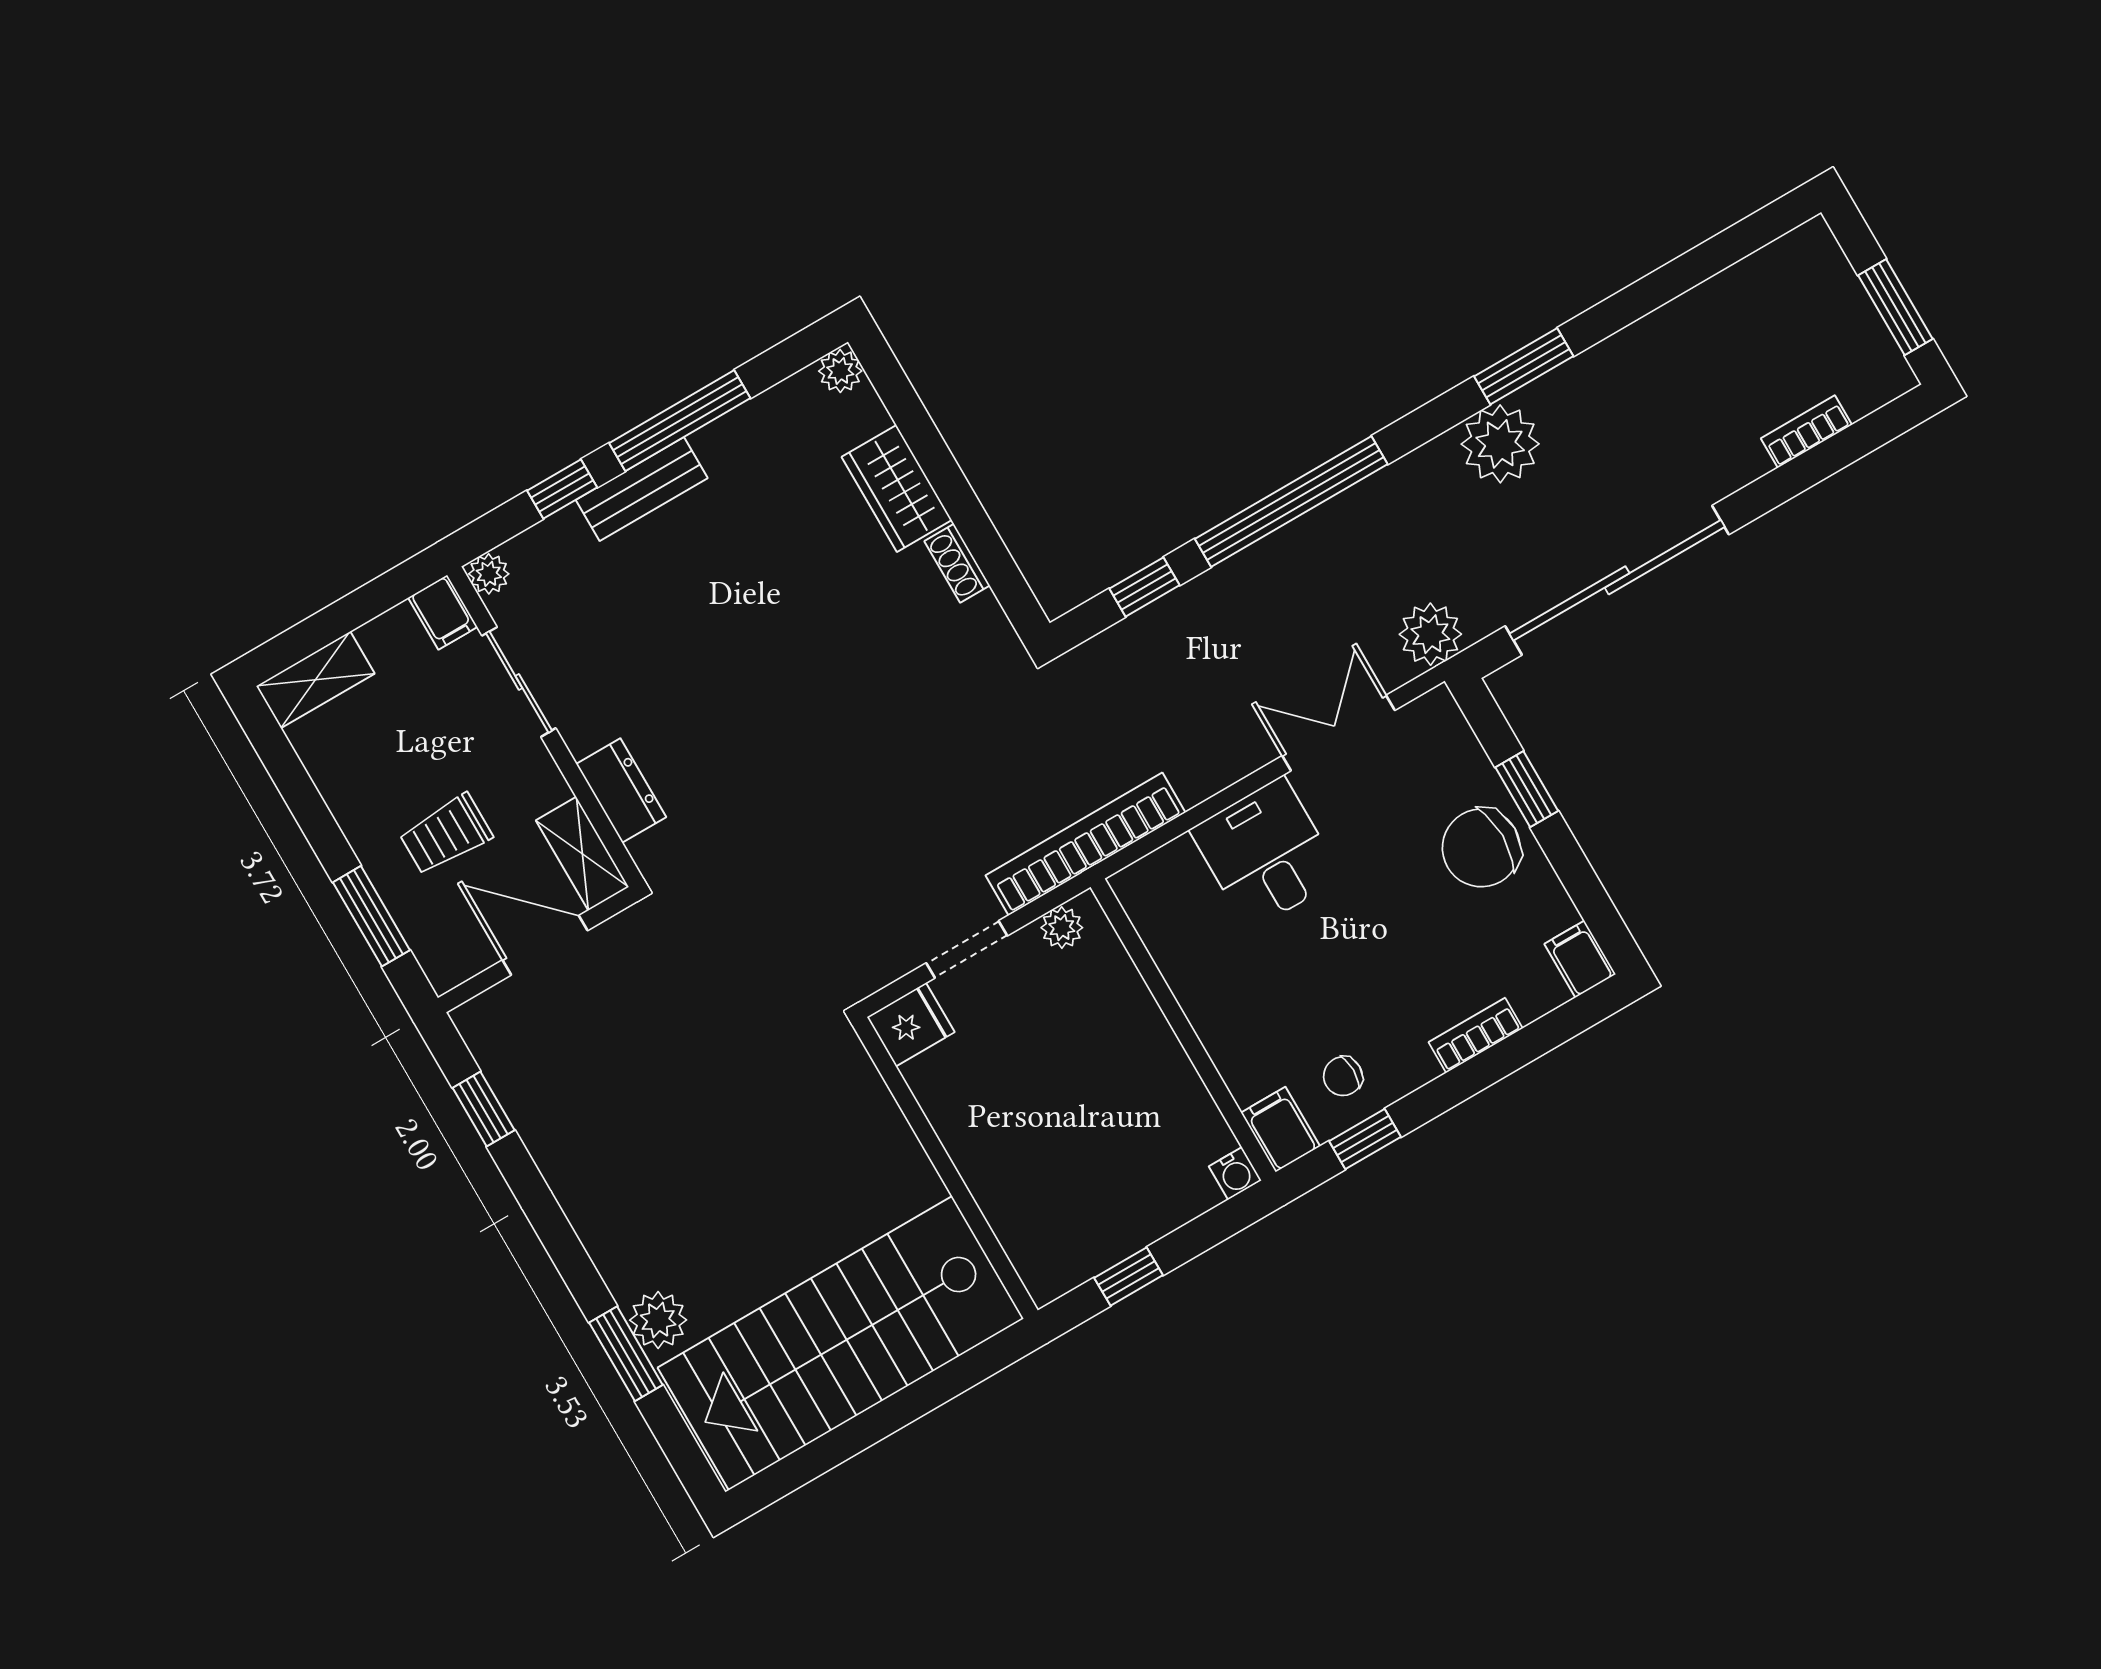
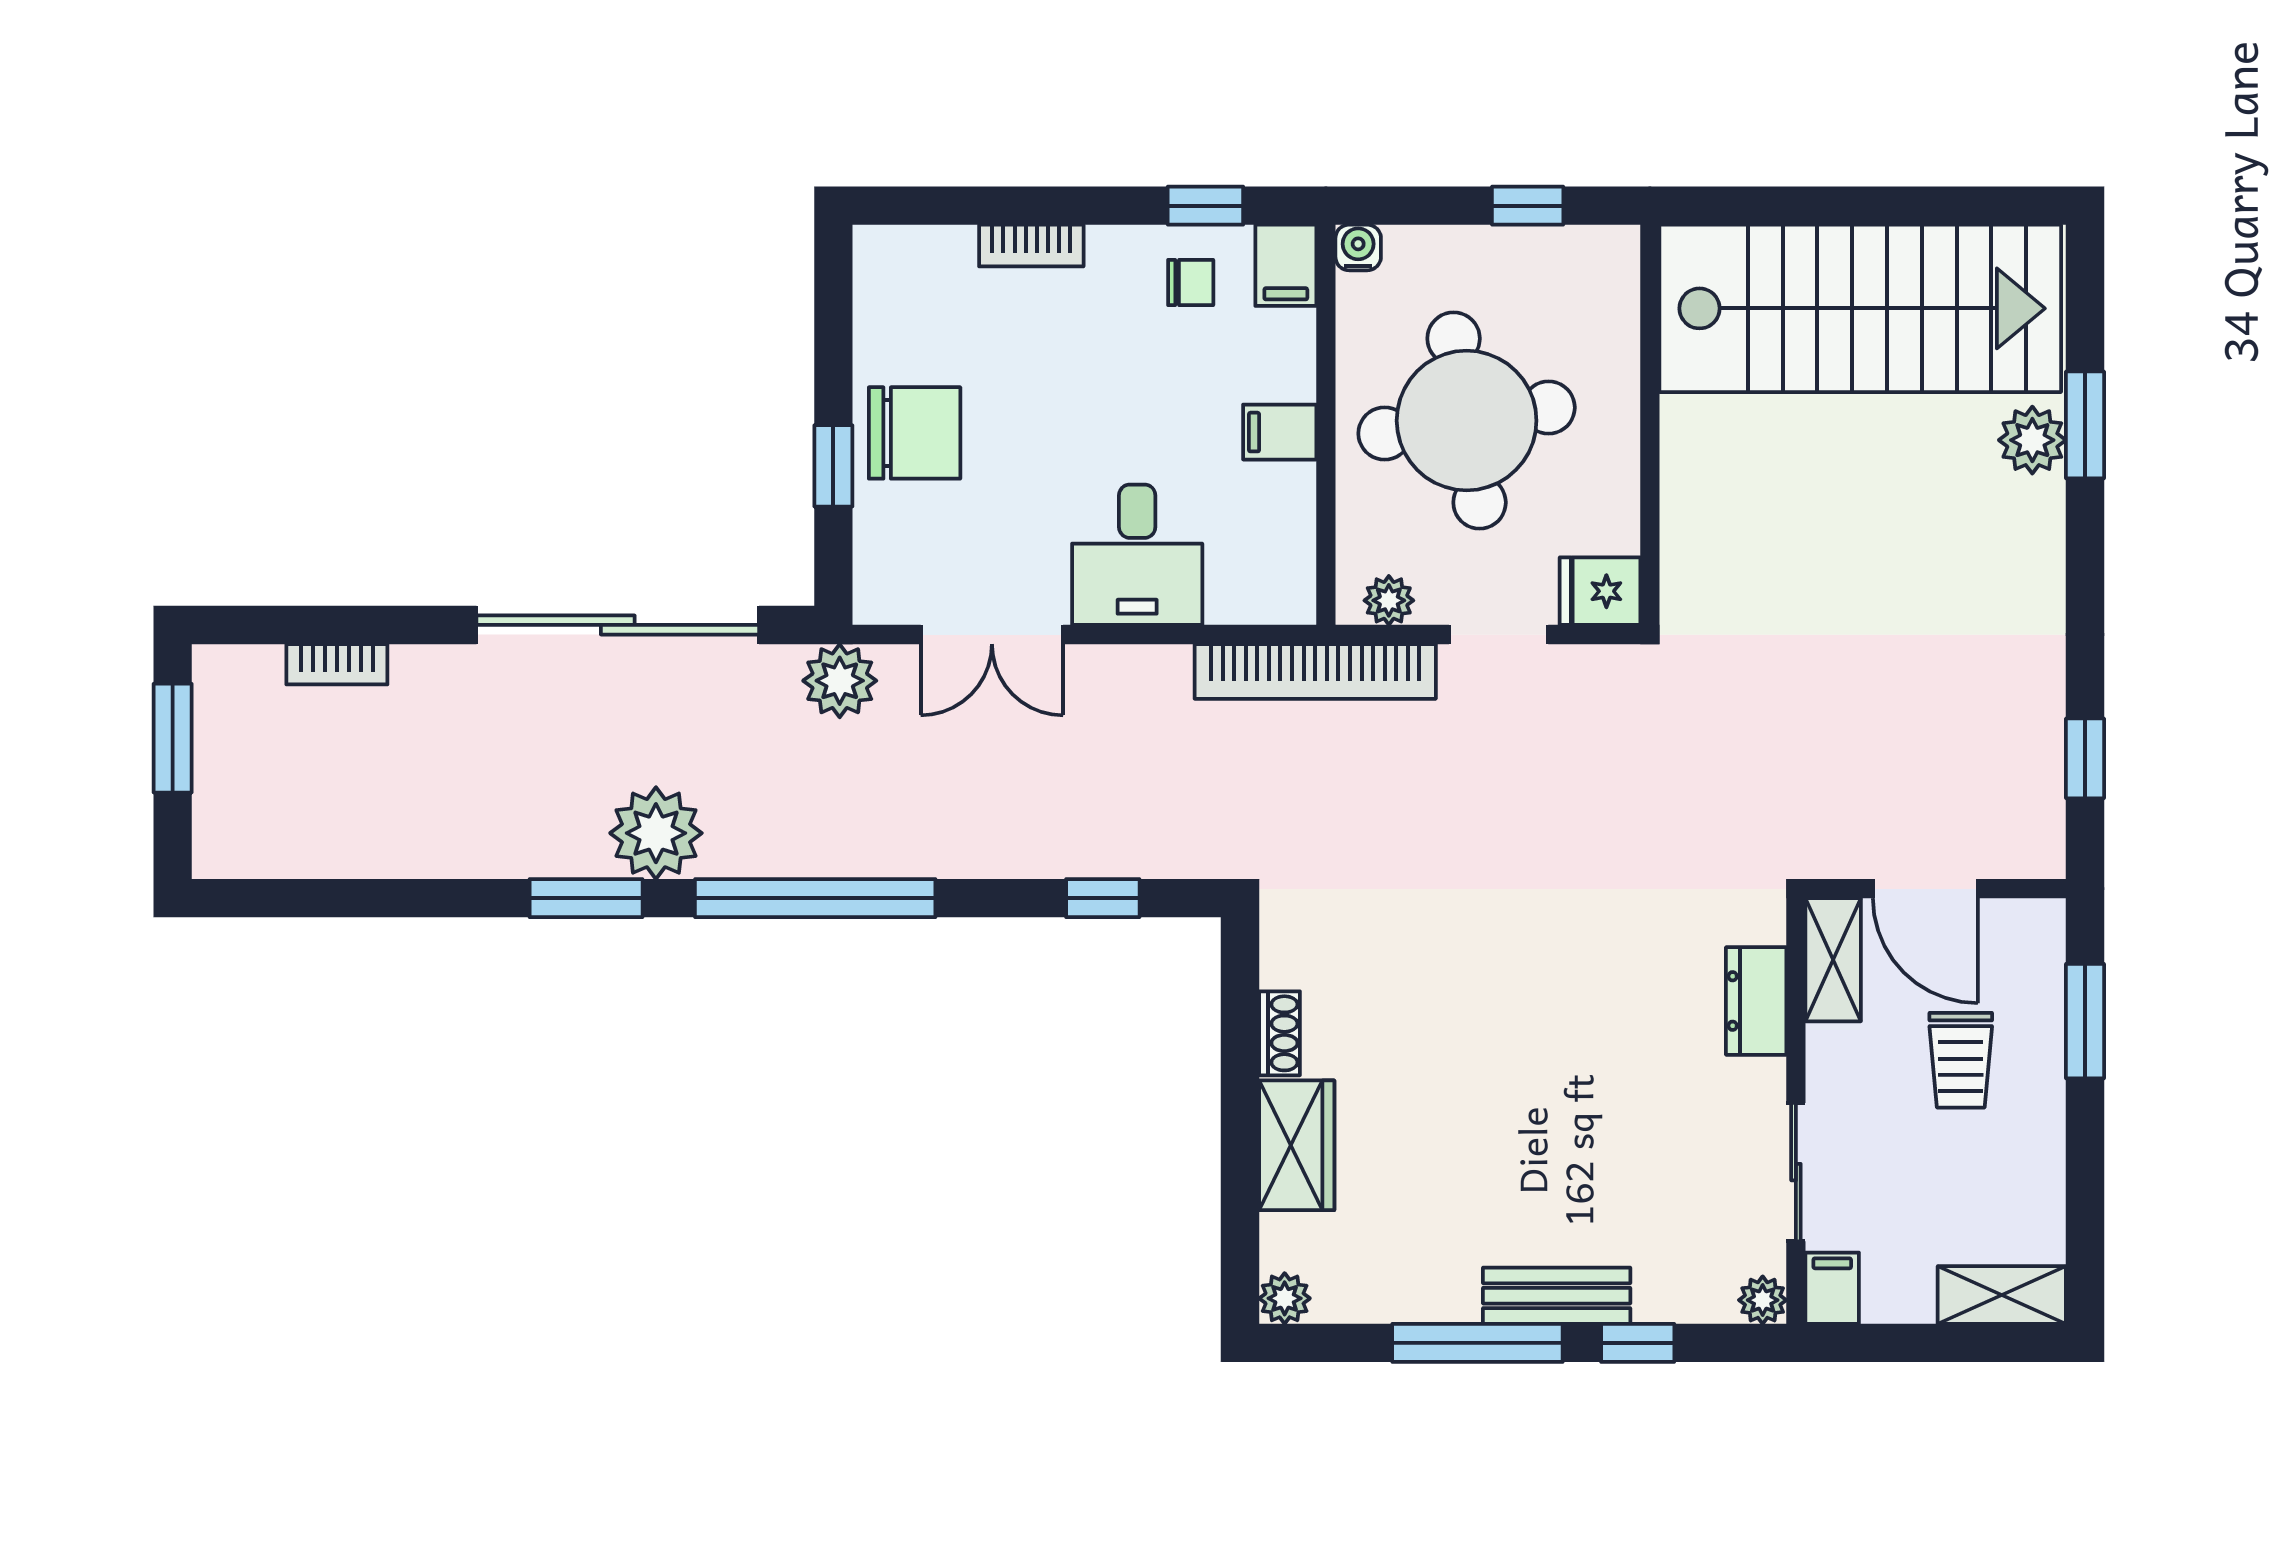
window: (1291, 502) -> (815, 898), moved
trolley: (446, 834) -> (1961, 1060), turned 90
filing cabinet: (1580, 959) -> (1280, 432), moved, turned 90
round table: (1082, 1093) -> (1467, 421), added

